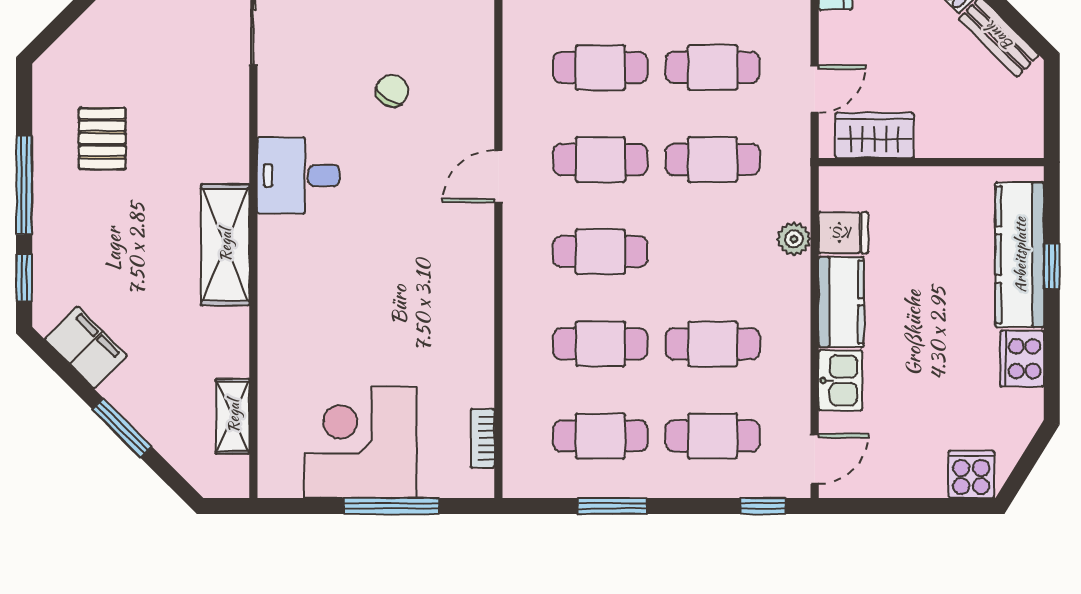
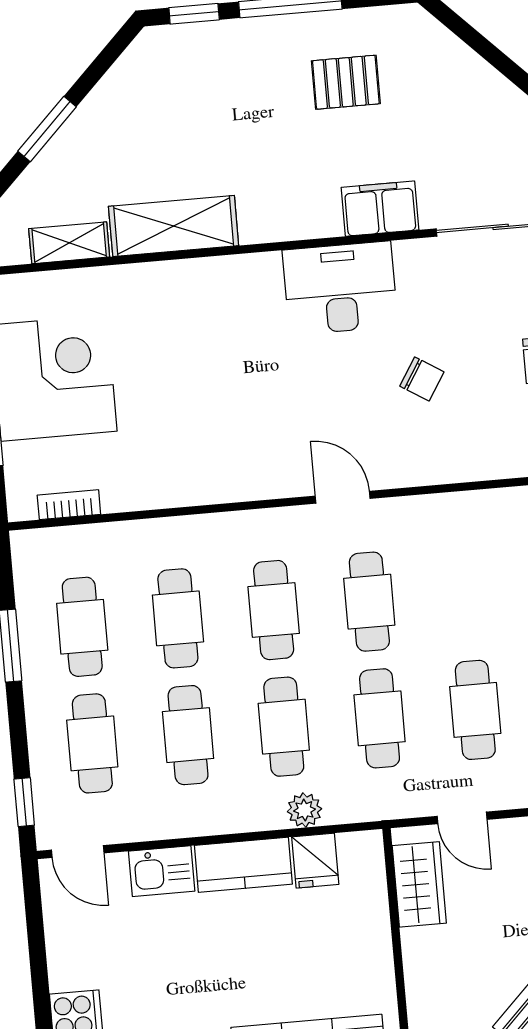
cafe table: (600, 67) -> (284, 727), moved
desk: (298, 176) -> (340, 288), width x1.37
shelving: (225, 245) -> (174, 226), moved
filing cabinet: (86, 347) -> (380, 209), moved, turned -135

